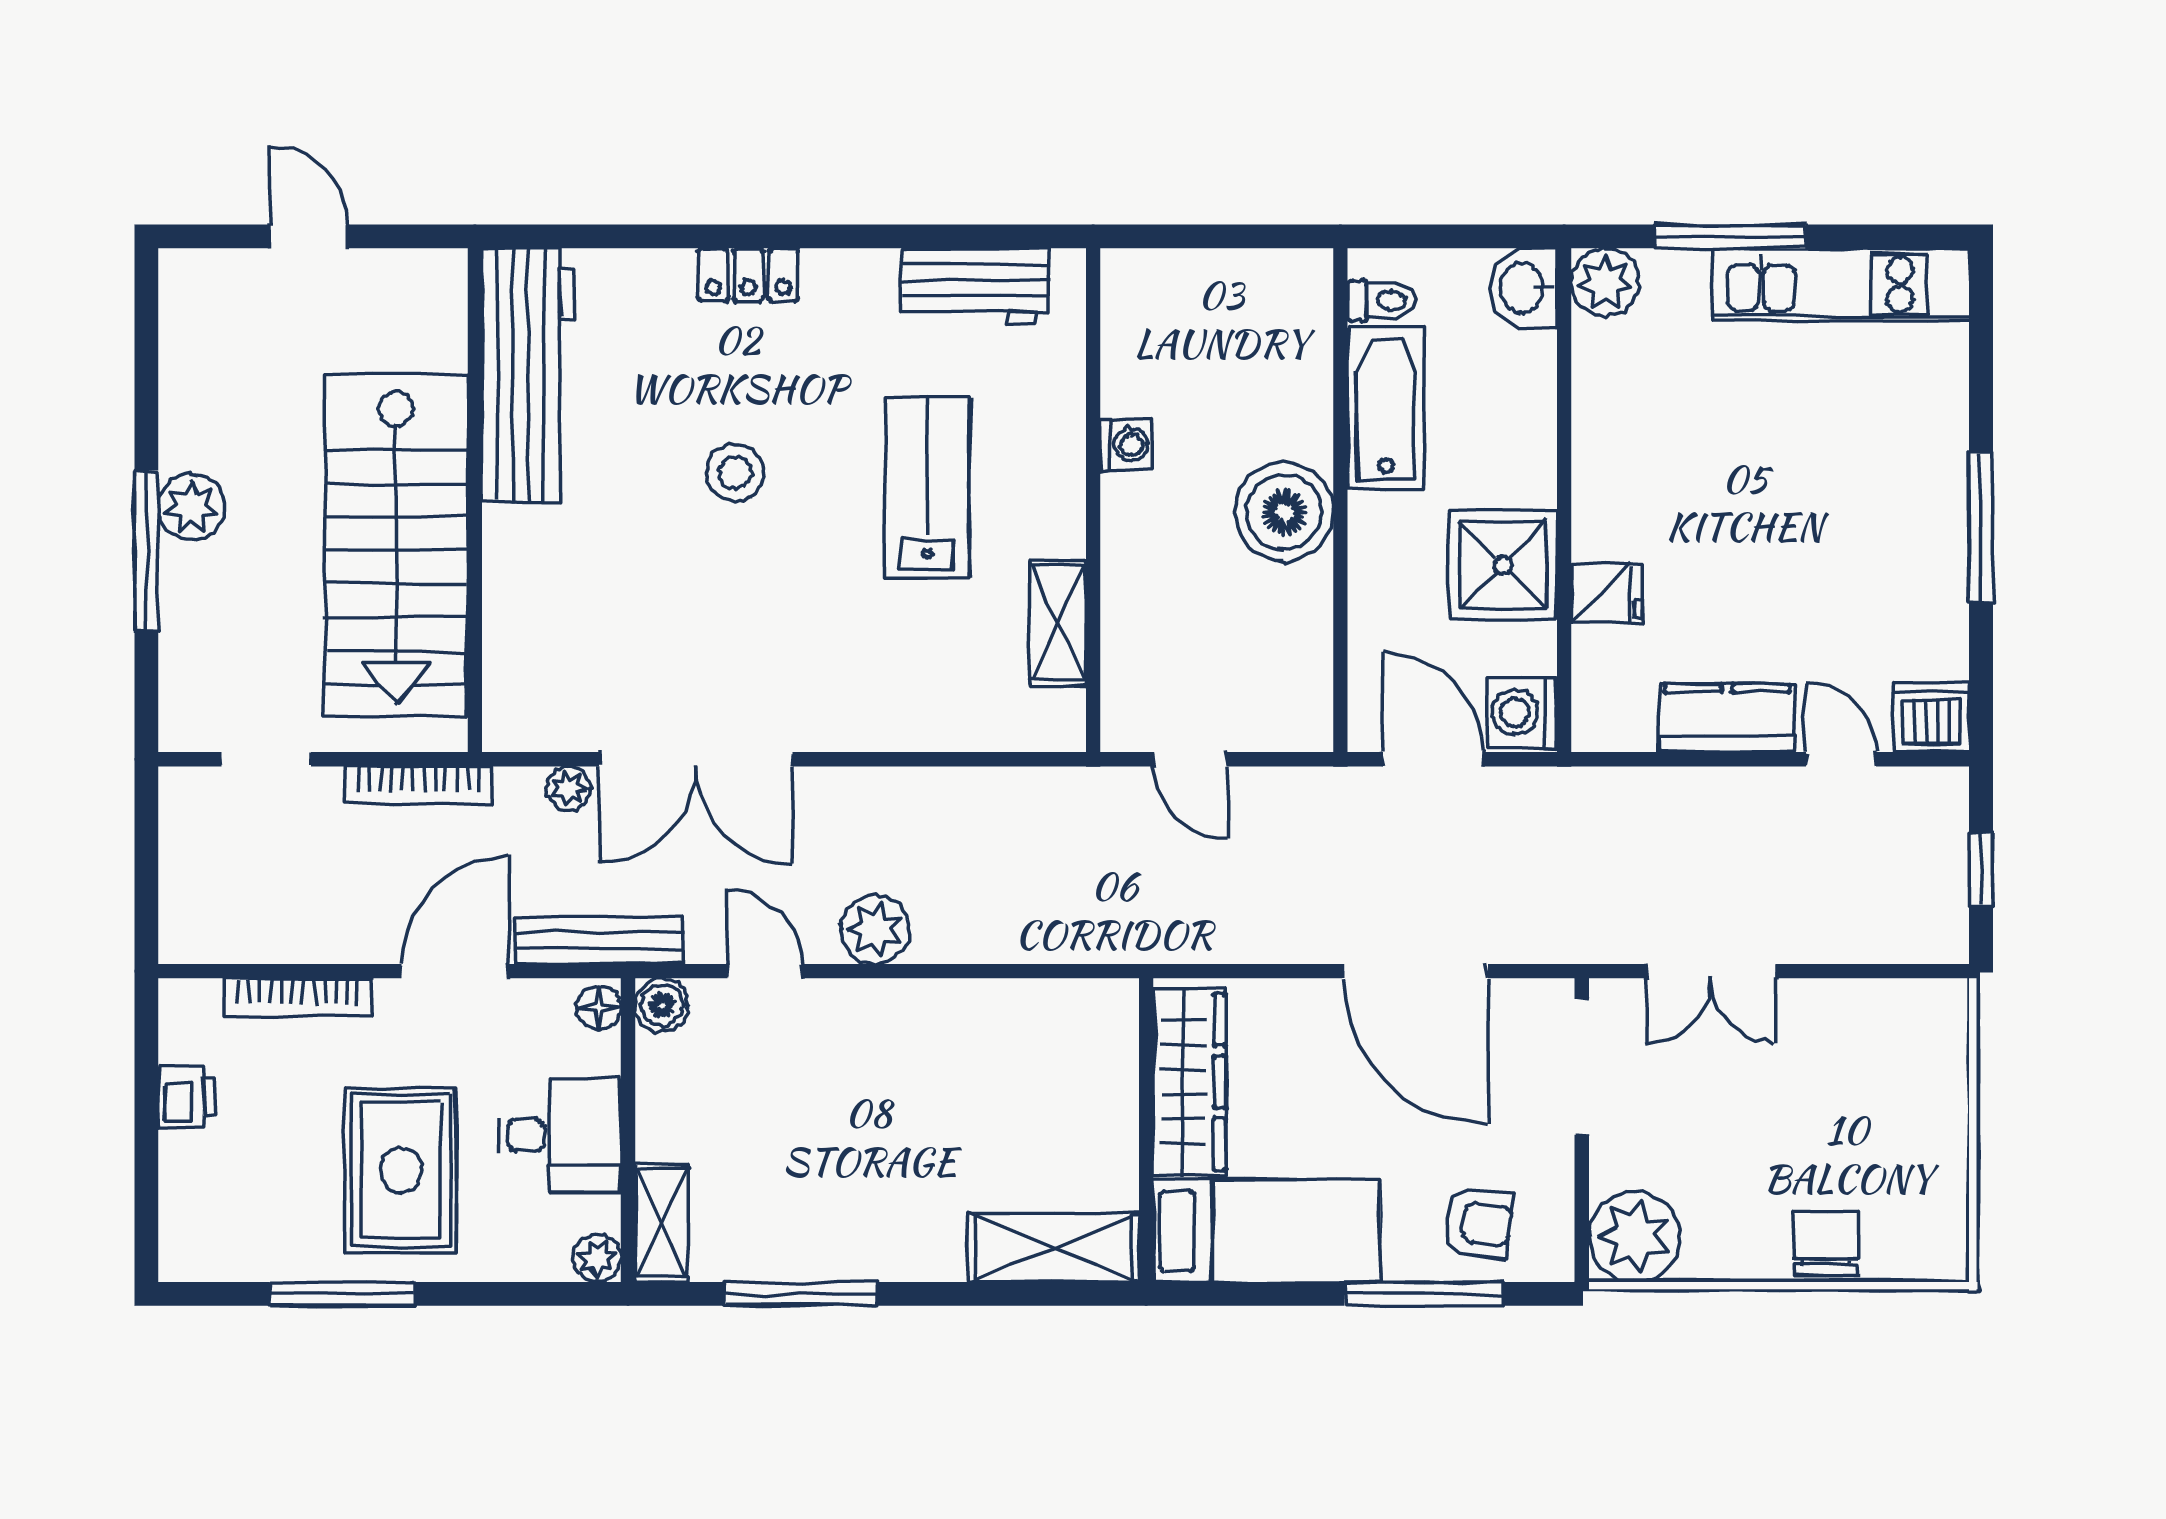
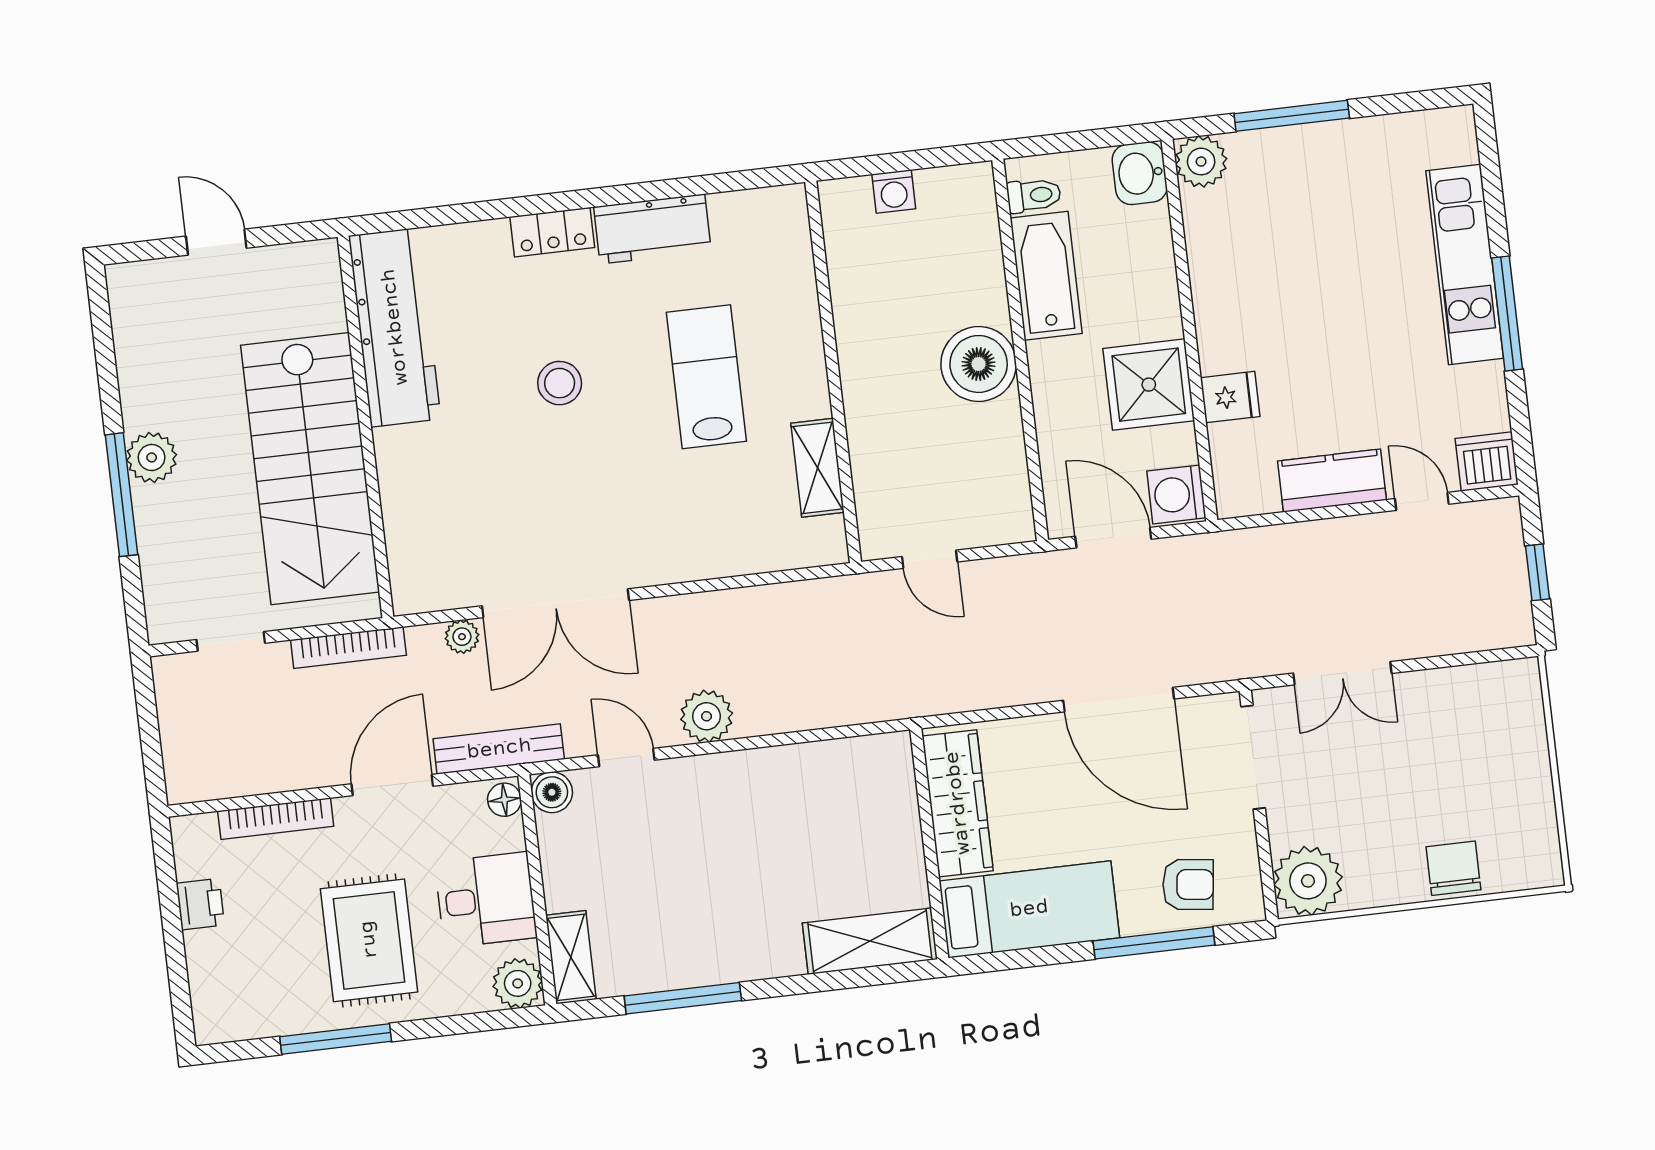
kitchen unit: (1841, 284) -> (1465, 264), moved, turned 90
workbench: (975, 286) -> (652, 229), moved
washing machine: (1126, 445) -> (894, 191), moved, turned 90
plant: (597, 1258) -> (518, 983), width x1.38, depth x1.38

